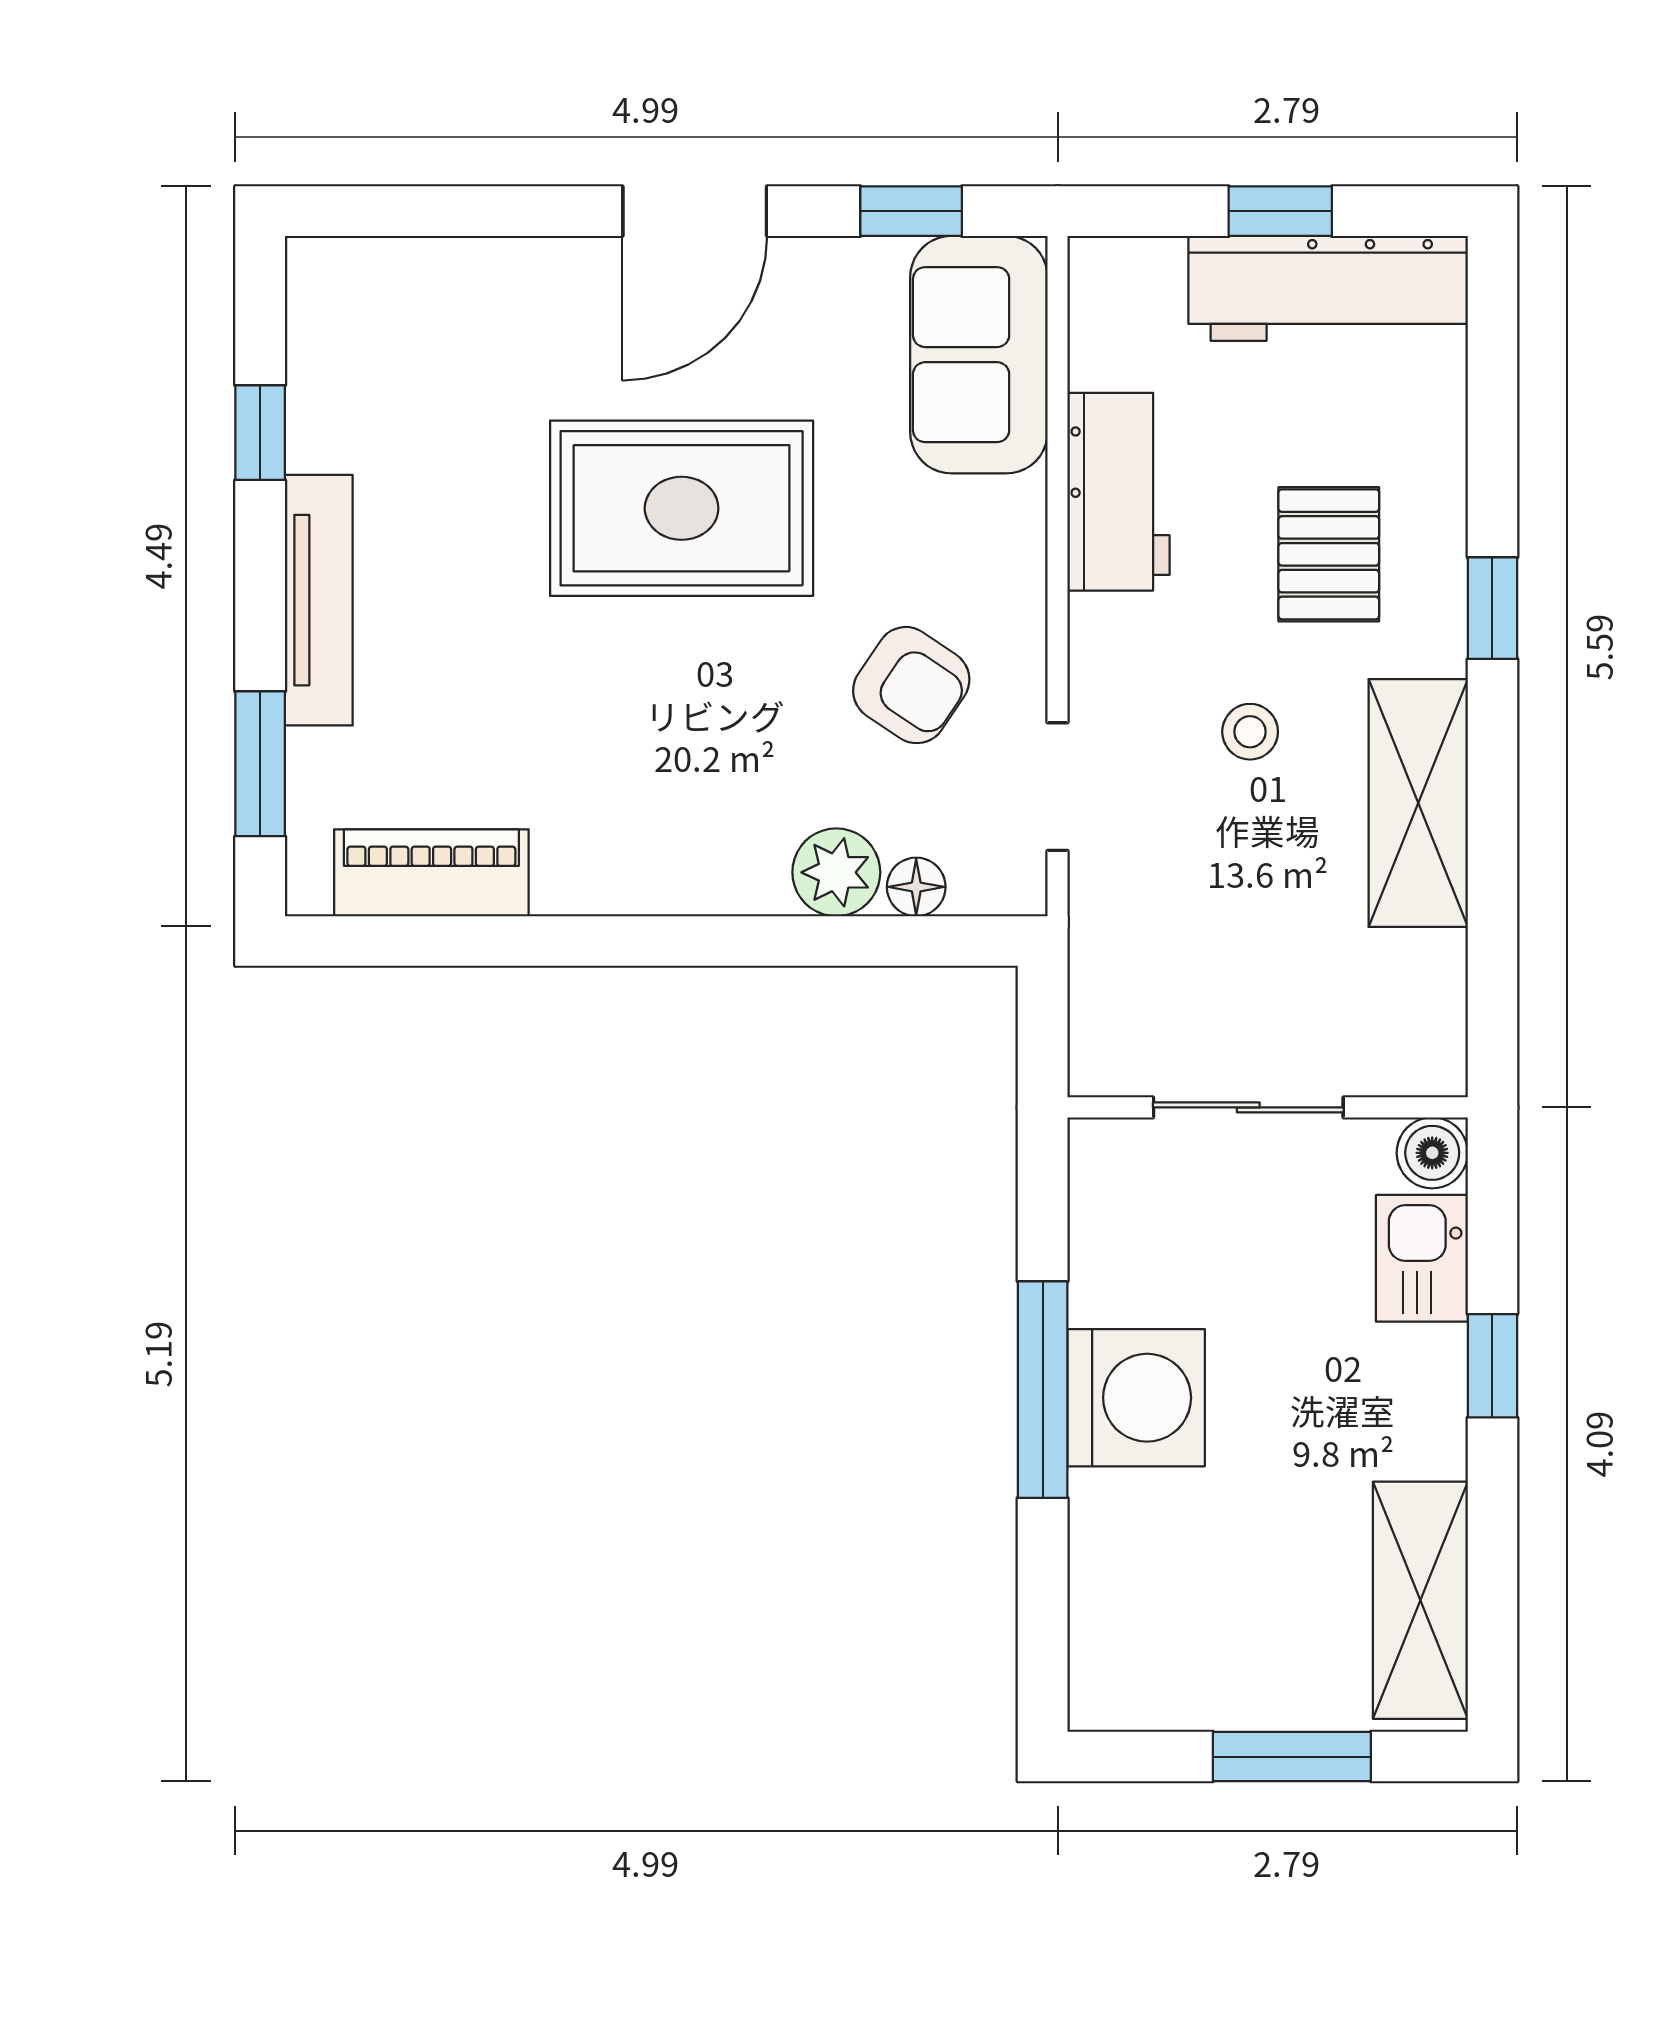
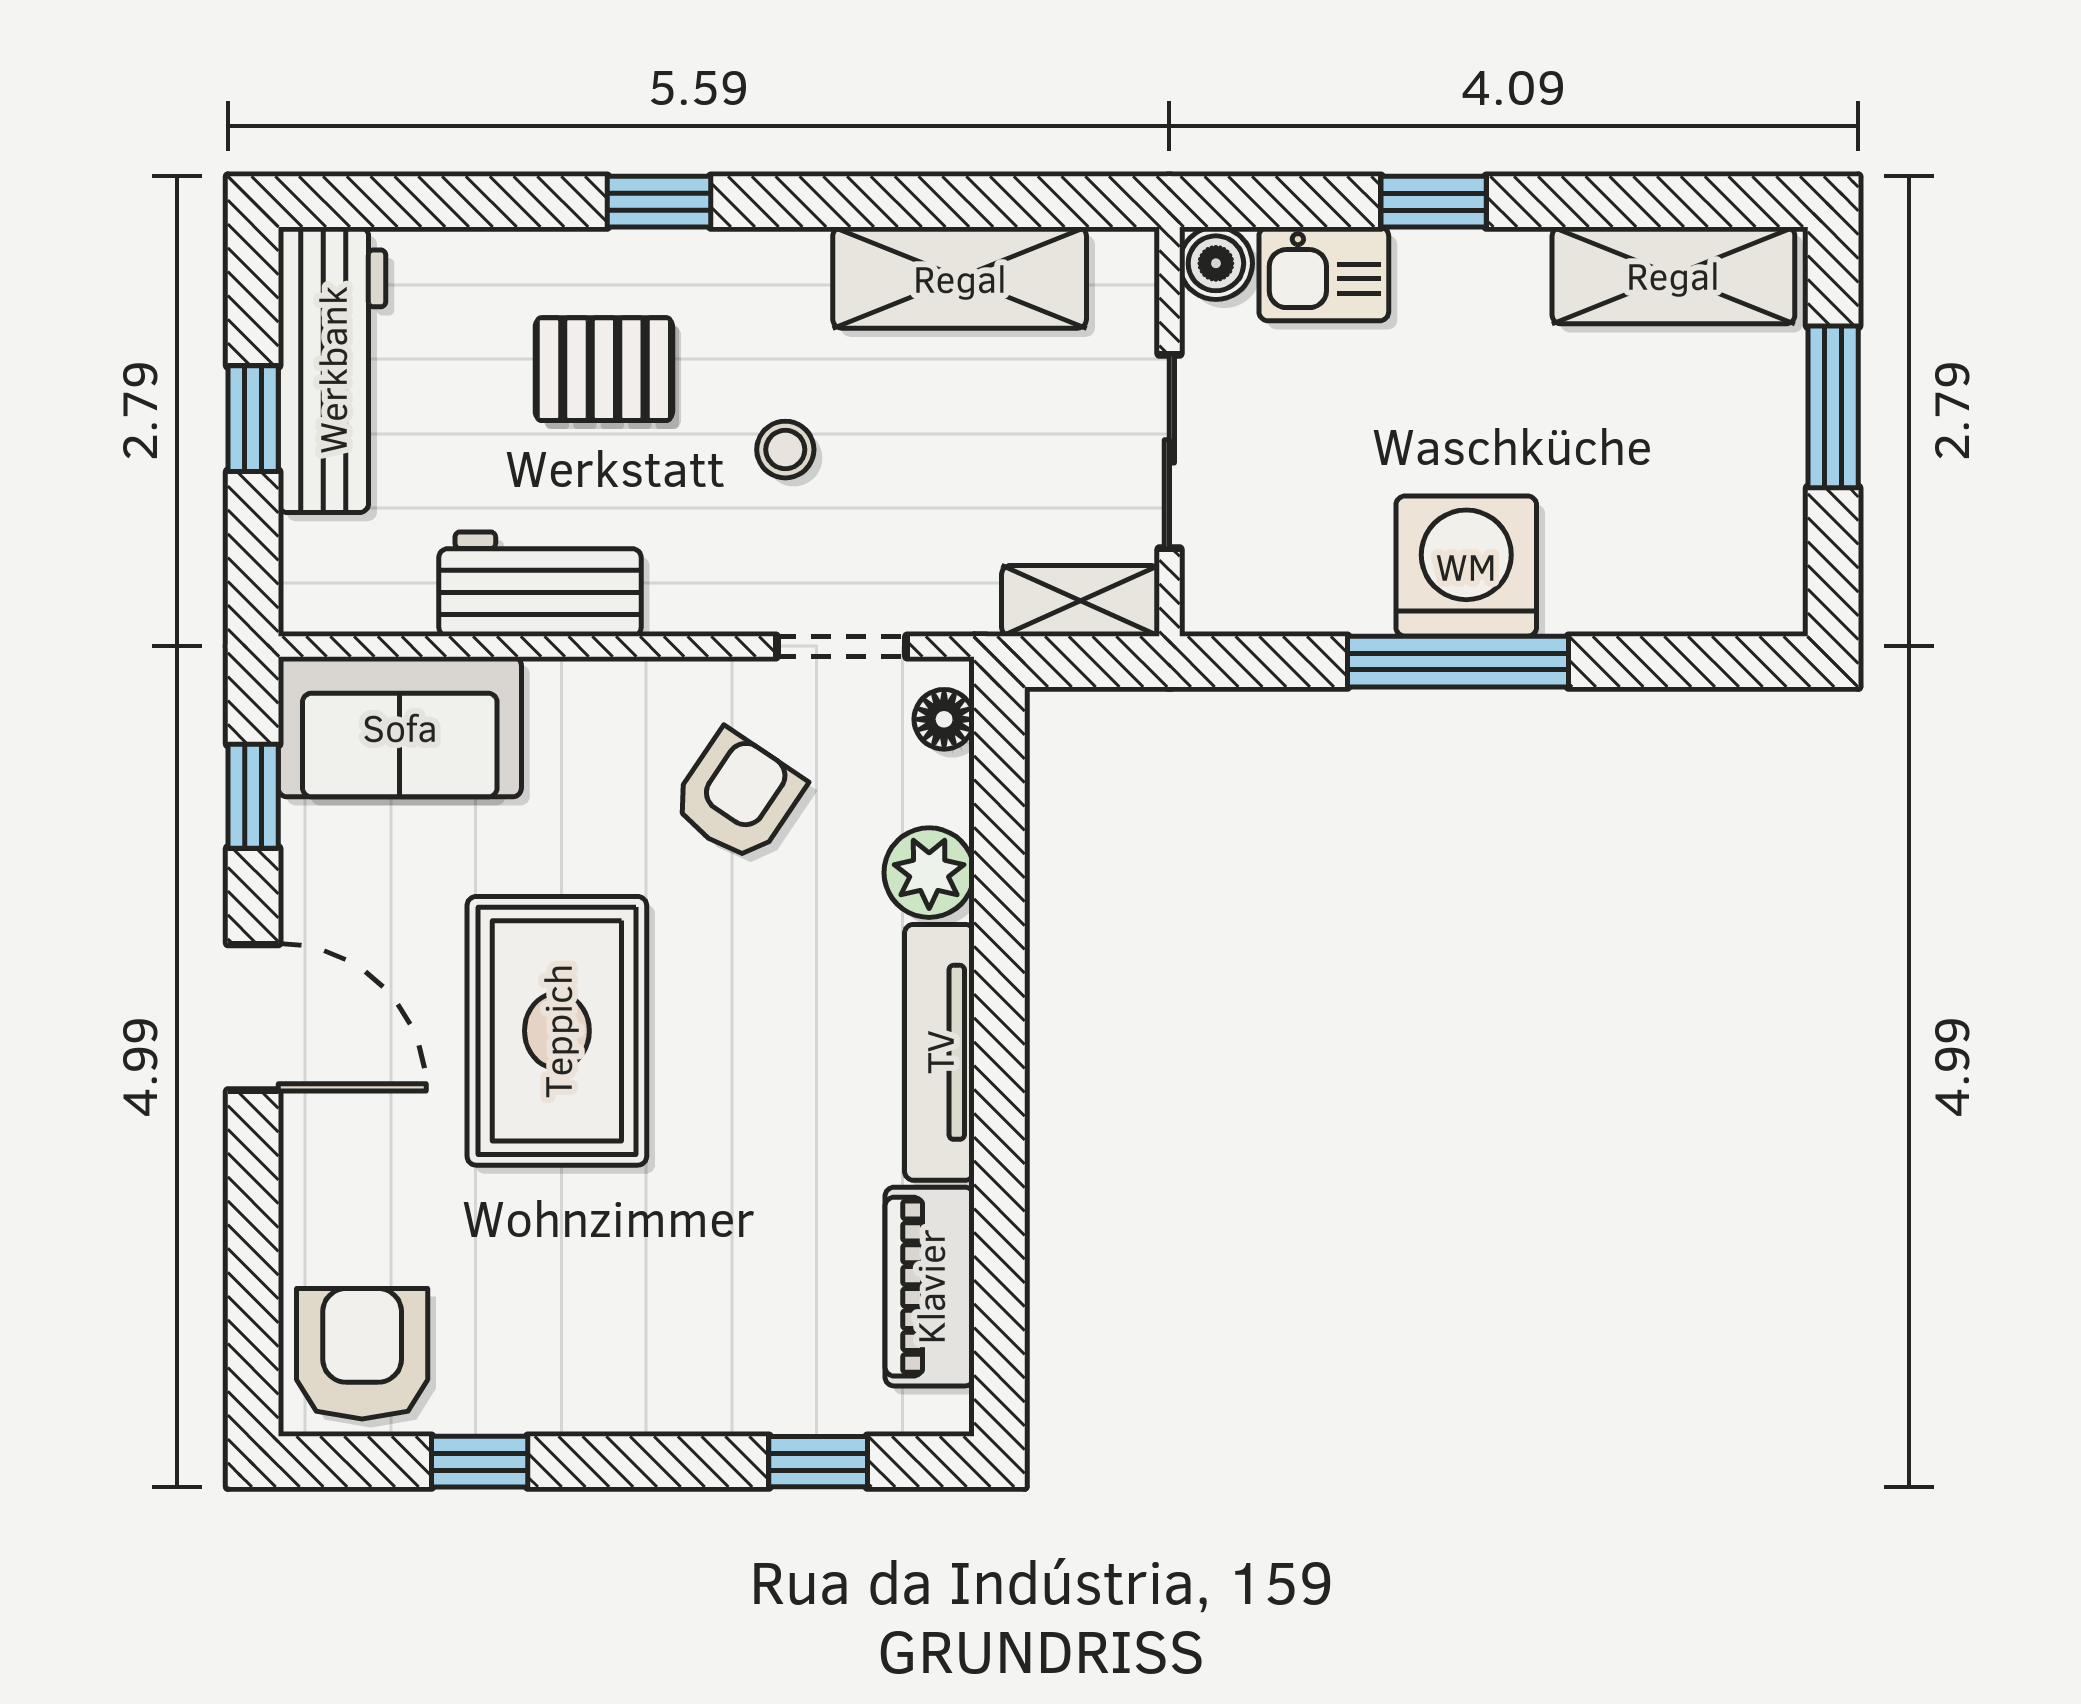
armchair: (366, 318) -> (362, 1354), added
tv unit: (319, 600) -> (939, 1052), moved, turned -90
window: (260, 764) -> (818, 1462), width x0.67
shelving: (1418, 803) -> (960, 278), moved
floor lamp: (916, 887) -> (944, 719), moved
shelving: (1102, 1020) -> (1081, 601), added

